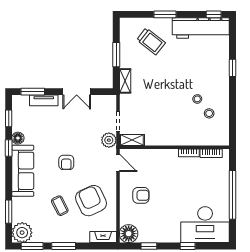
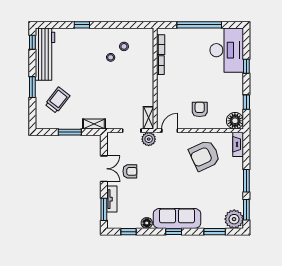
window: (9, 148) -> (174, 232), moved
armchair: (66, 162) -> (130, 171), moved
coffee table: (60, 206) -> (209, 184), removed

